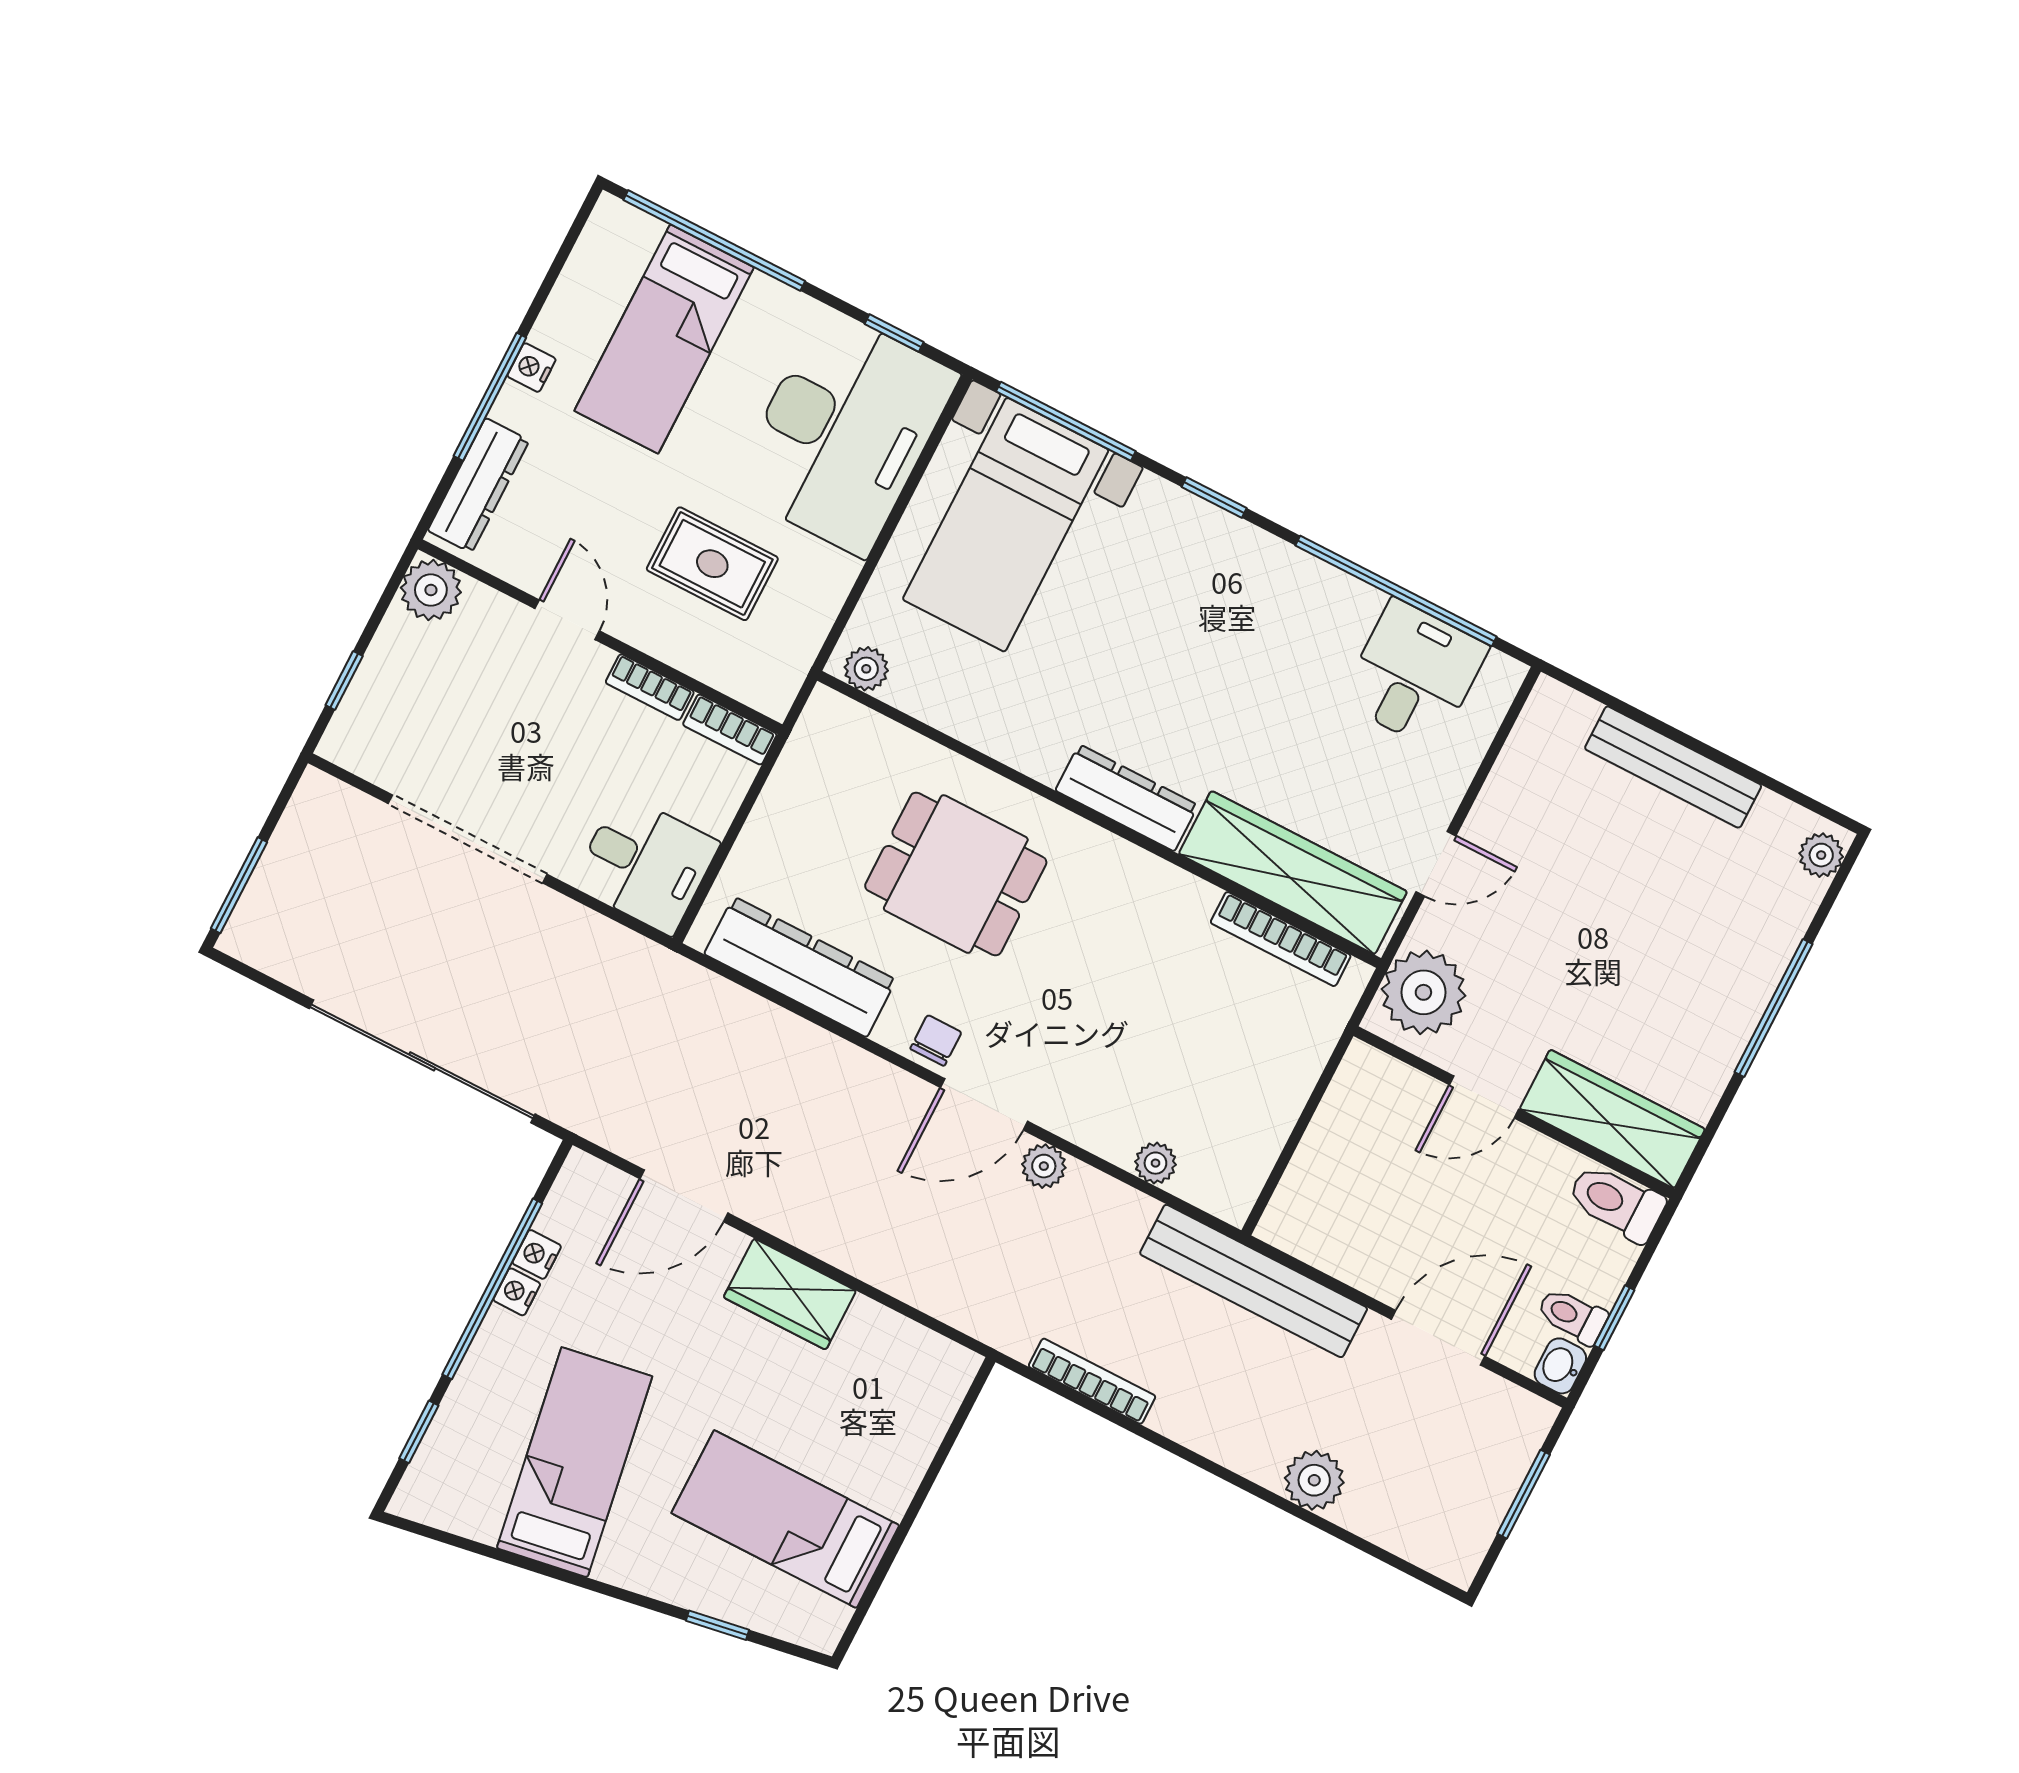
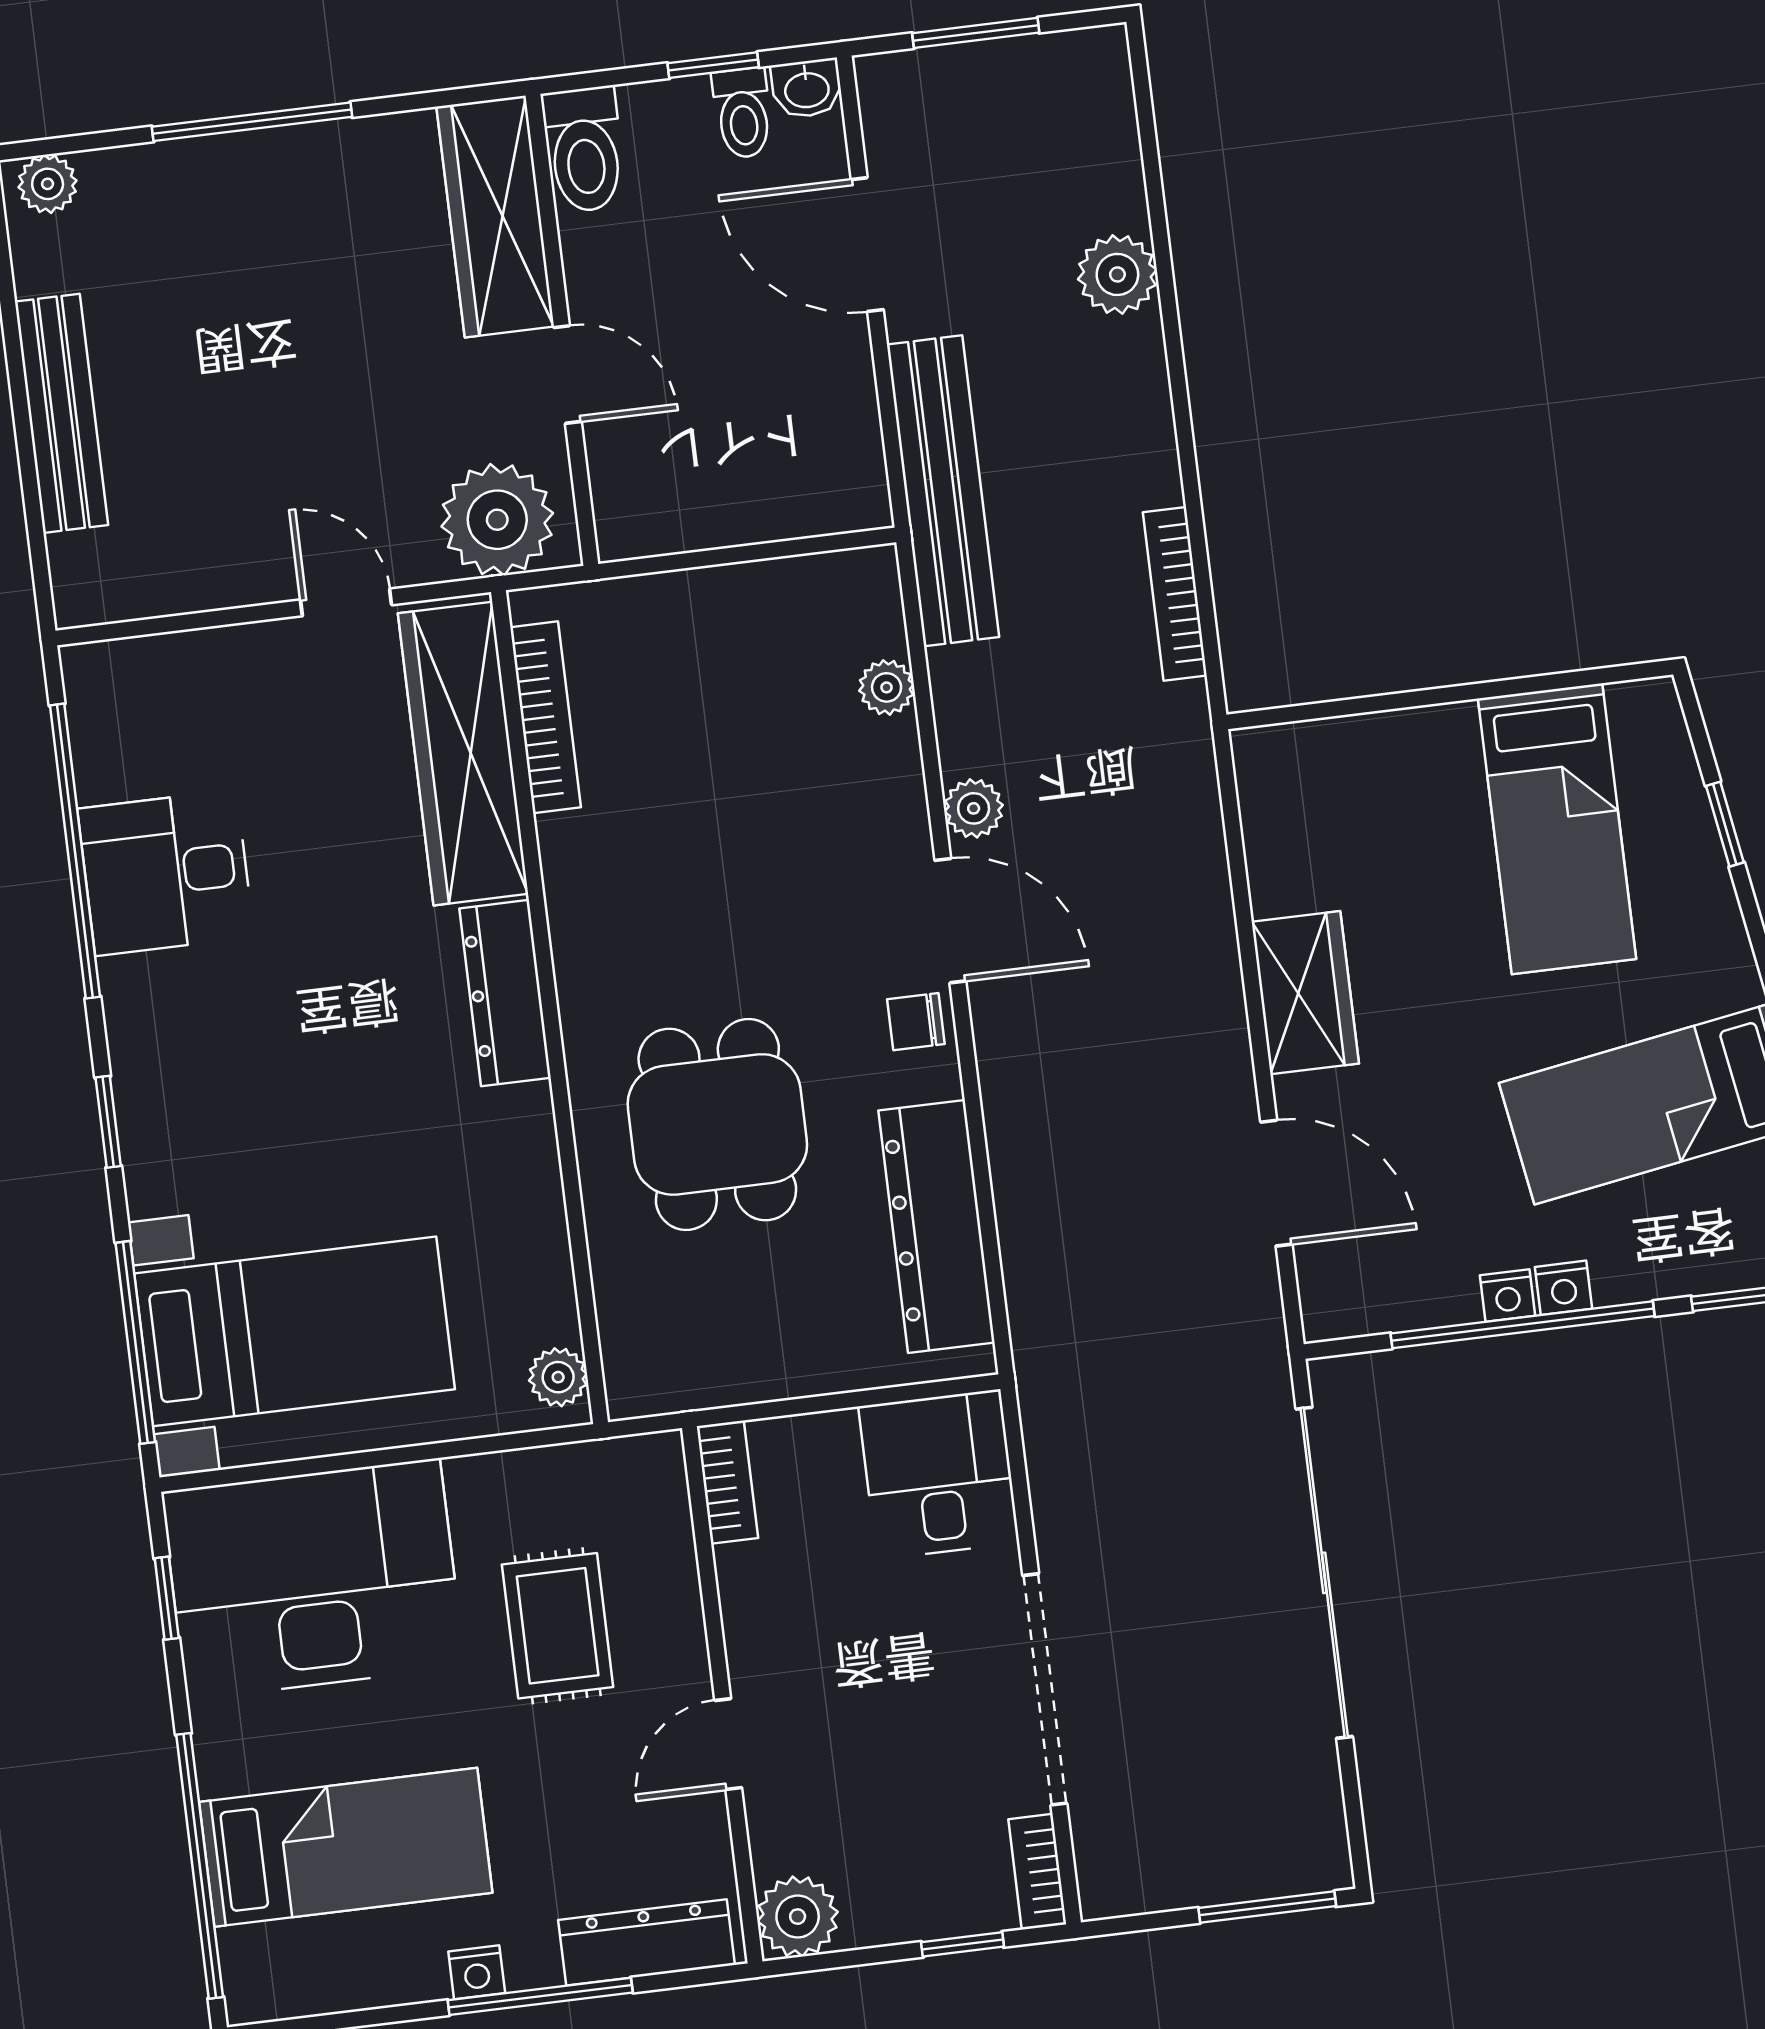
desk: (1414, 674) -> (166, 873), moved
bookcase: (650, 687) -> (1037, 1872), moved, turned 180
nightstand: (537, 1254) -> (1564, 1288), moved

